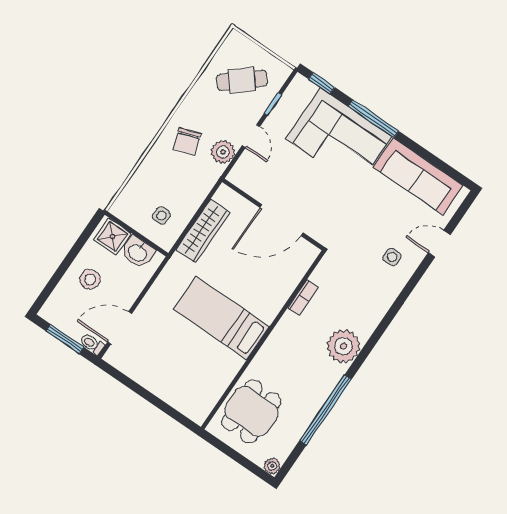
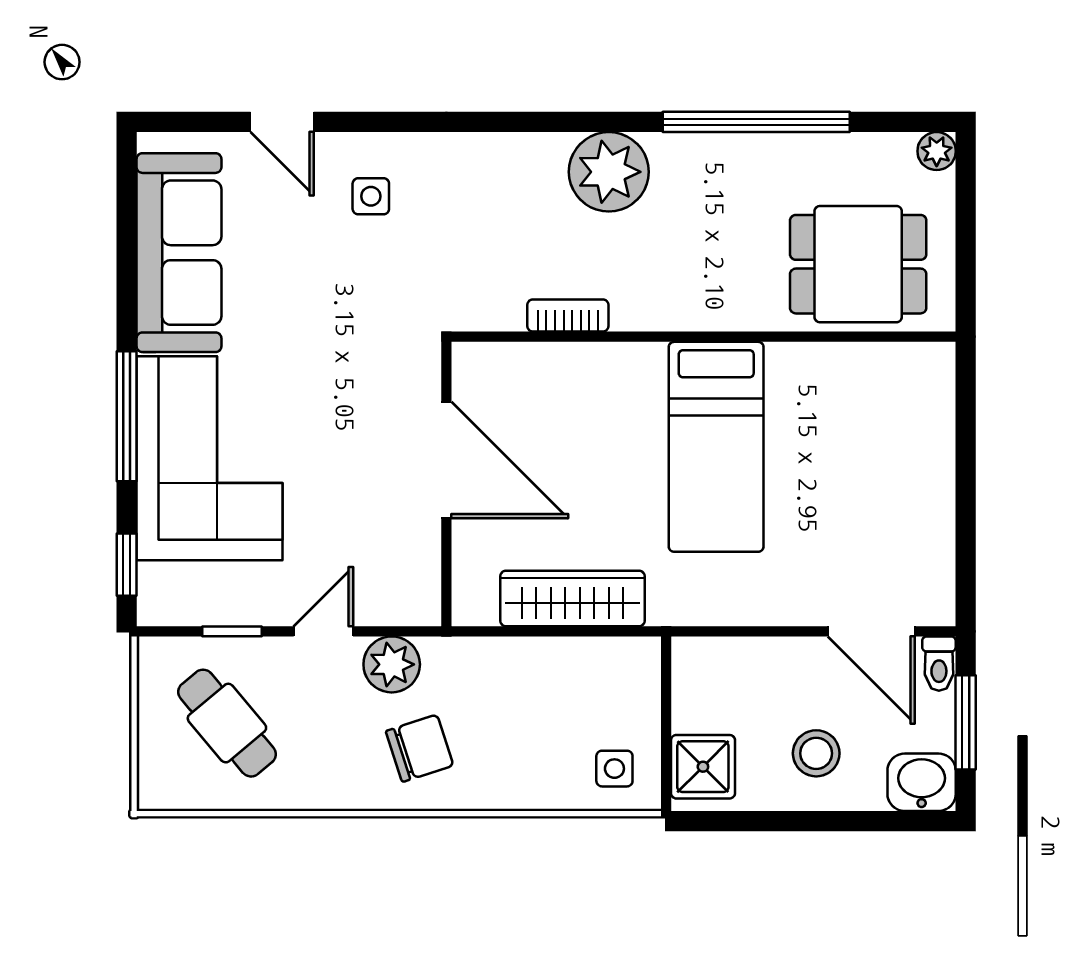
side table: (162, 216) -> (614, 769), moved
washbasin: (138, 252) -> (922, 782), moved, turned -90

